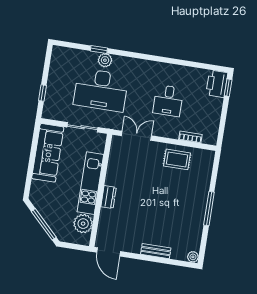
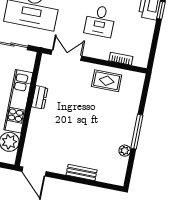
dresser: (109, 197) -> (40, 97), moved
plant: (193, 257) -> (125, 151), moved

